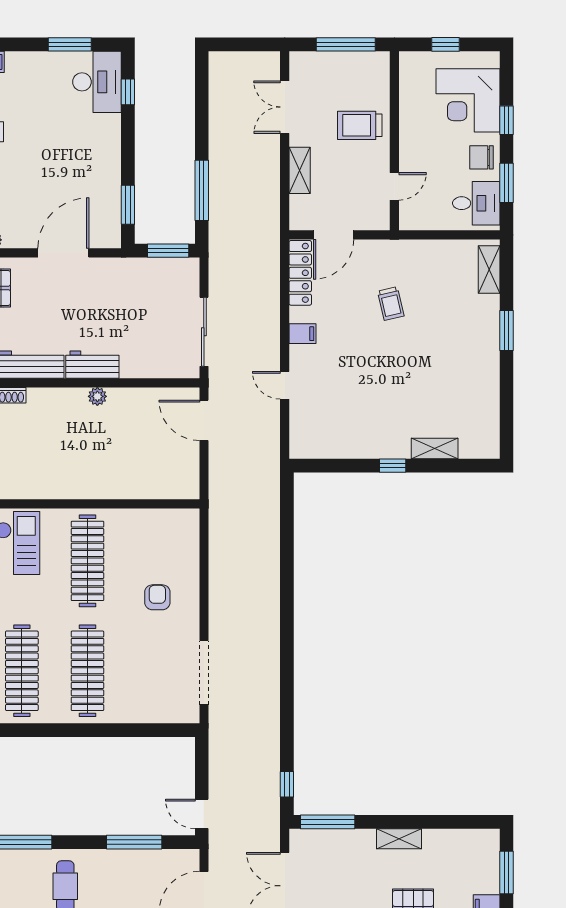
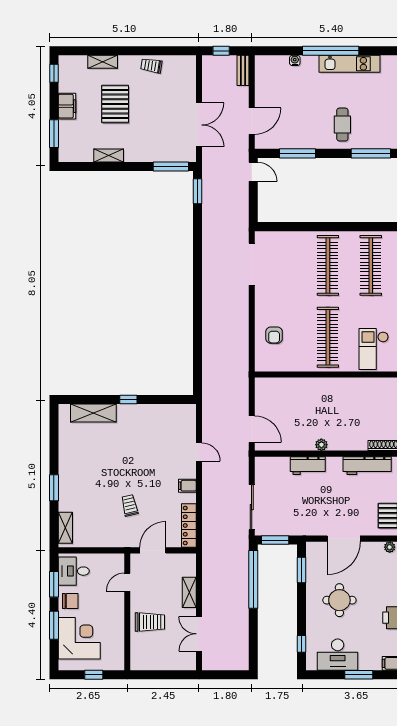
window: (70, 44) -> (359, 675), moved
window: (346, 44) -> (159, 675), removed
desk: (97, 82) -> (338, 655), moved, turned -90
double door: (285, 107) -> (199, 634), swing flipped
window: (506, 120) -> (54, 625), width x1.50
round table: (70, 159) -> (339, 600), added
window: (202, 190) -> (253, 579), width x1.46
door: (334, 235) -> (153, 550), moved
sliding door: (204, 332) -> (252, 507), moved
workbench: (92, 365) -> (308, 466), moved
shelving: (435, 449) -> (93, 413), width x1.50, depth x1.33
armchair: (157, 597) -> (274, 335), moved
window: (287, 784) -> (198, 191), width x1.50
shelving: (399, 839) -> (109, 156), moved

